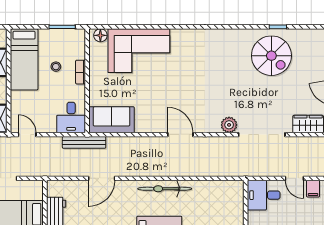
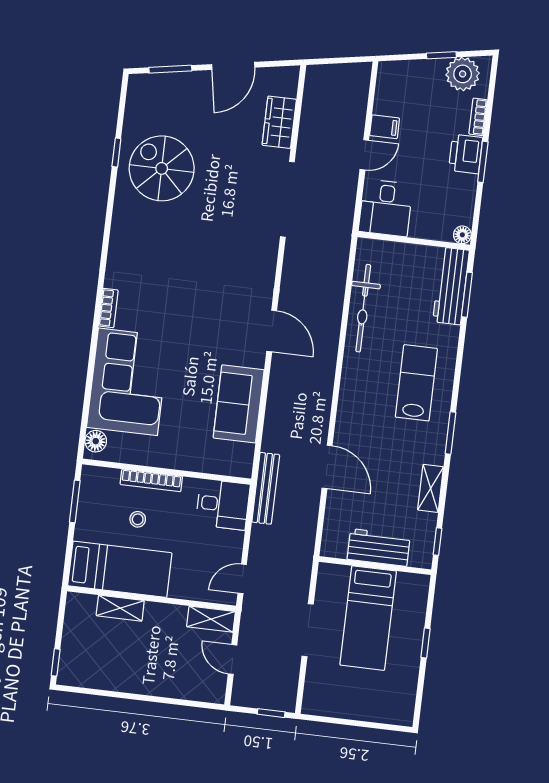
bookcase: (182, 33) -> (108, 308), added
spiral stairs: (271, 56) -> (162, 168), turned -90
bookcase: (81, 72) -> (151, 480), width x1.56
sofa: (111, 120) -> (239, 404), moved
plant: (229, 125) -> (265, 250), removed
door: (180, 135) -> (272, 331), swing flipped
bicycle: (165, 189) -> (363, 308), moved

